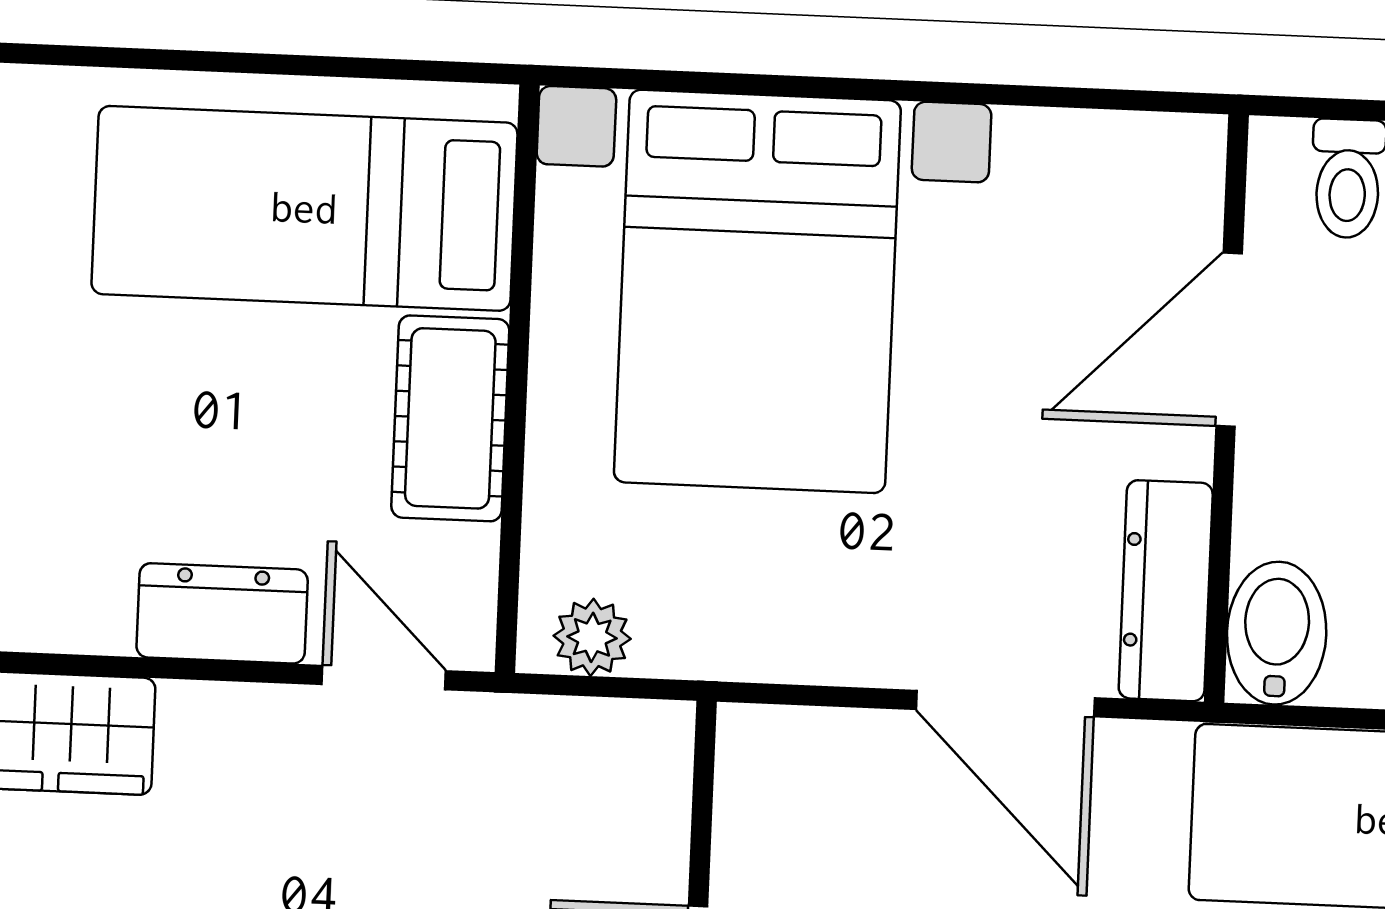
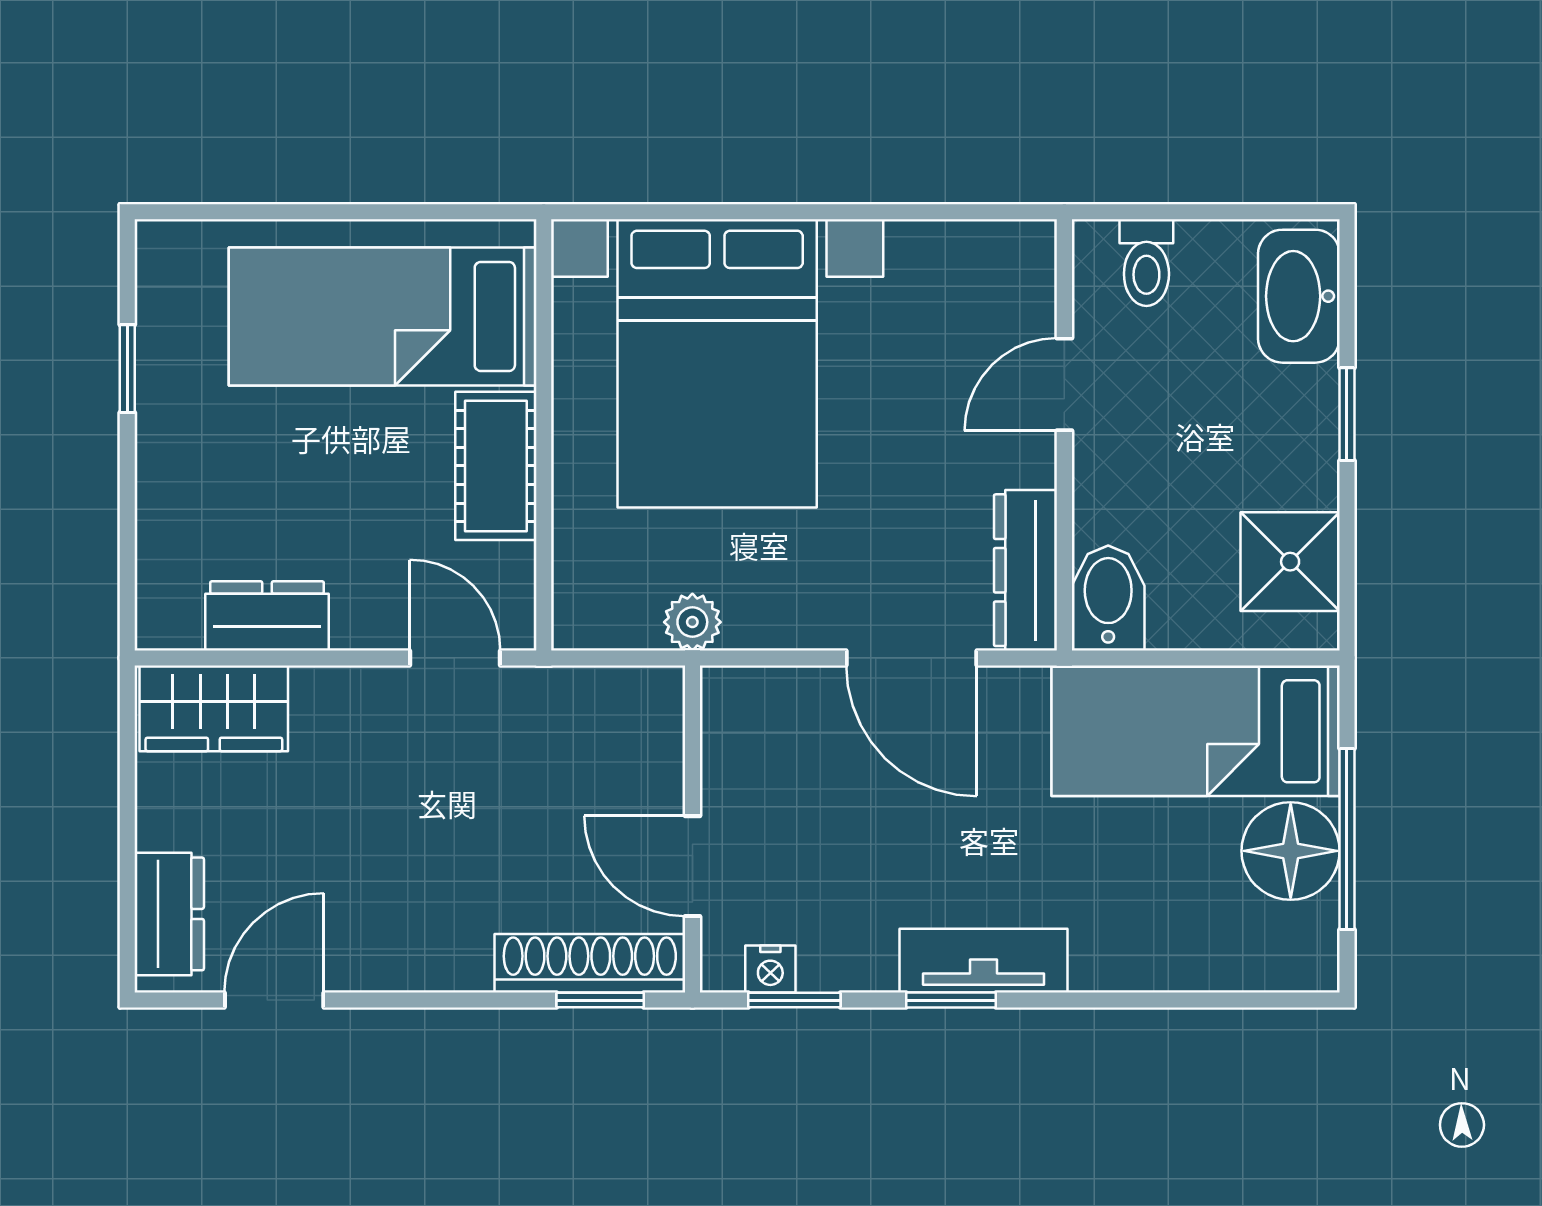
door: (1229, 340) -> (1064, 384), width x0.73
dresser: (222, 613) -> (267, 616), moved
plant: (592, 637) -> (692, 622), moved

